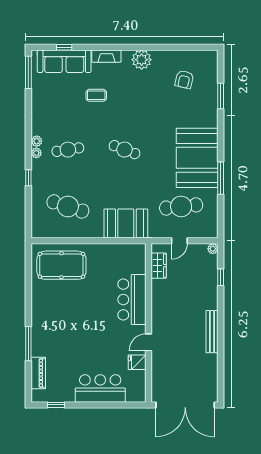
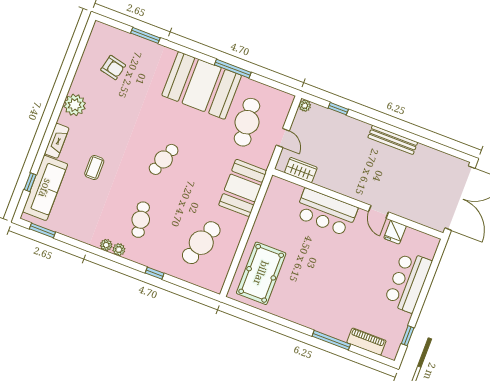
window: (28, 72) -> (42, 231), width x0.69
plant: (36, 153) -> (106, 245), moved

